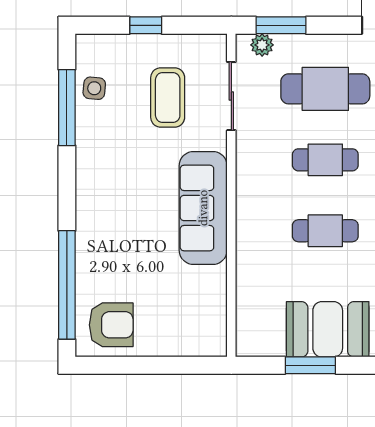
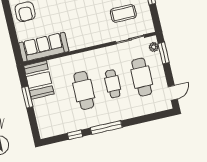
sofa: (203, 208) -> (44, 47), moved
cafe table: (325, 231) -> (84, 90), width x1.37, depth x1.35
booth: (328, 329) -> (39, 80), moved

